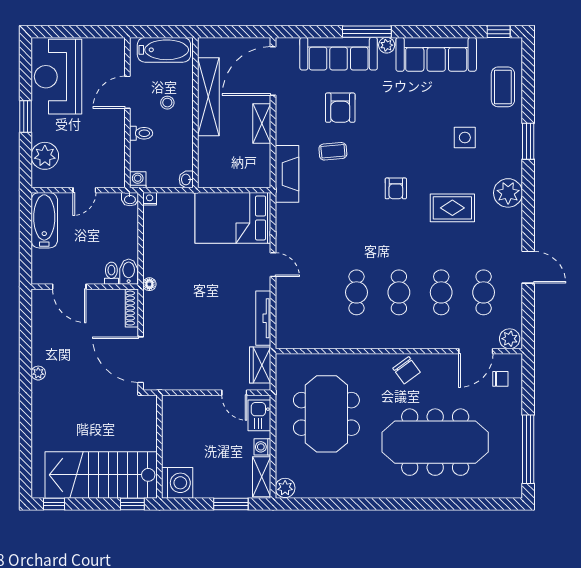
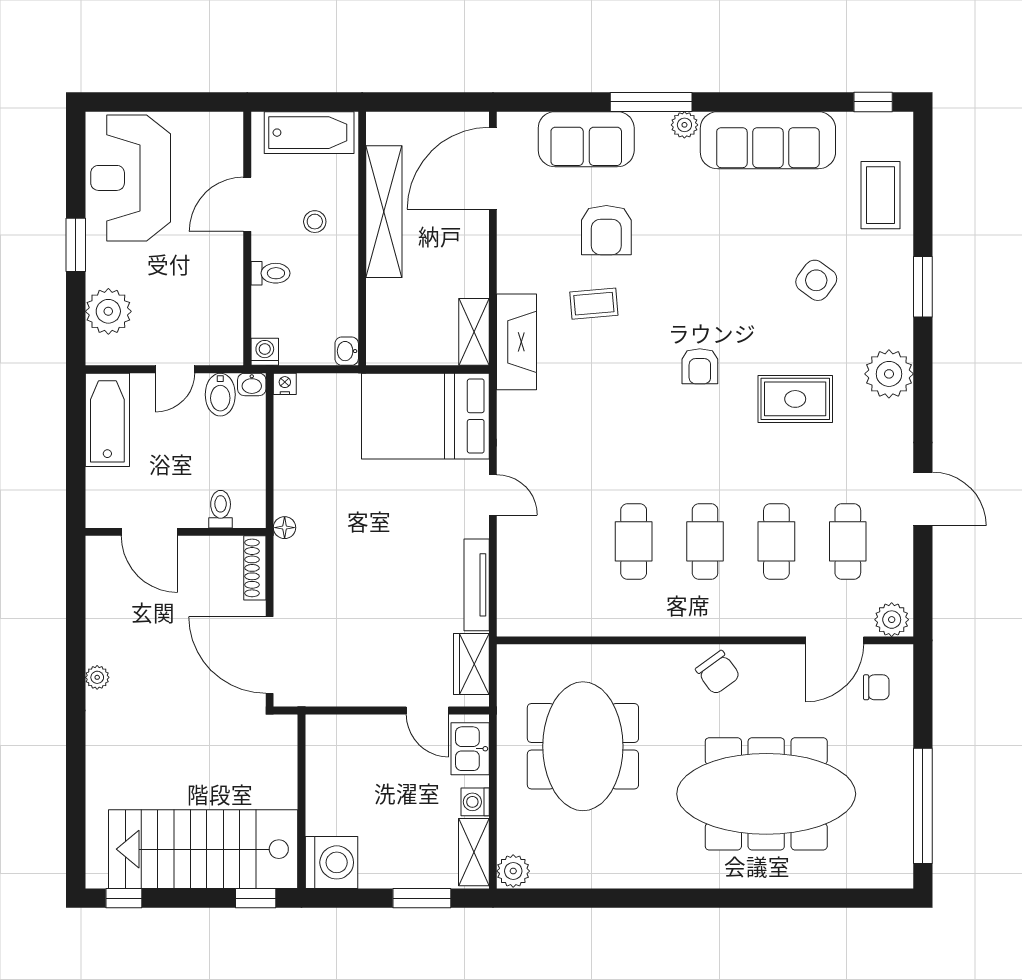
sofa: (339, 54) -> (586, 139), width x0.73
shelving: (262, 124) -> (474, 332), moved
side table: (465, 137) -> (816, 280), turned 36
bidet: (129, 272) -> (220, 395), moved, turned 180

